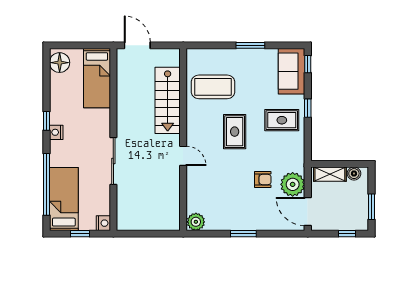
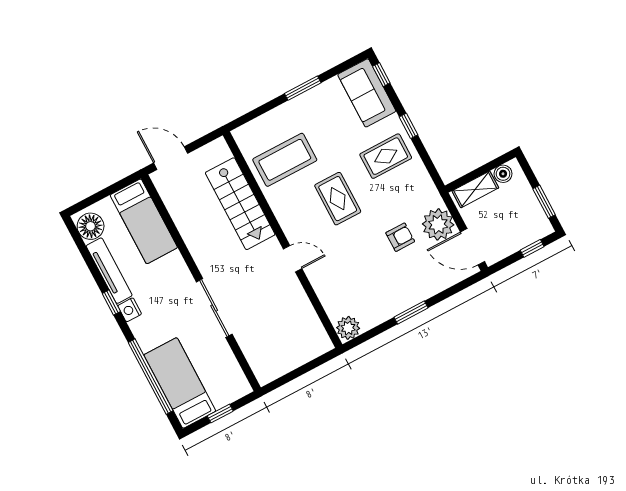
tv unit: (56, 99) -> (109, 271), added
nightstand: (103, 223) -> (241, 387), removed

